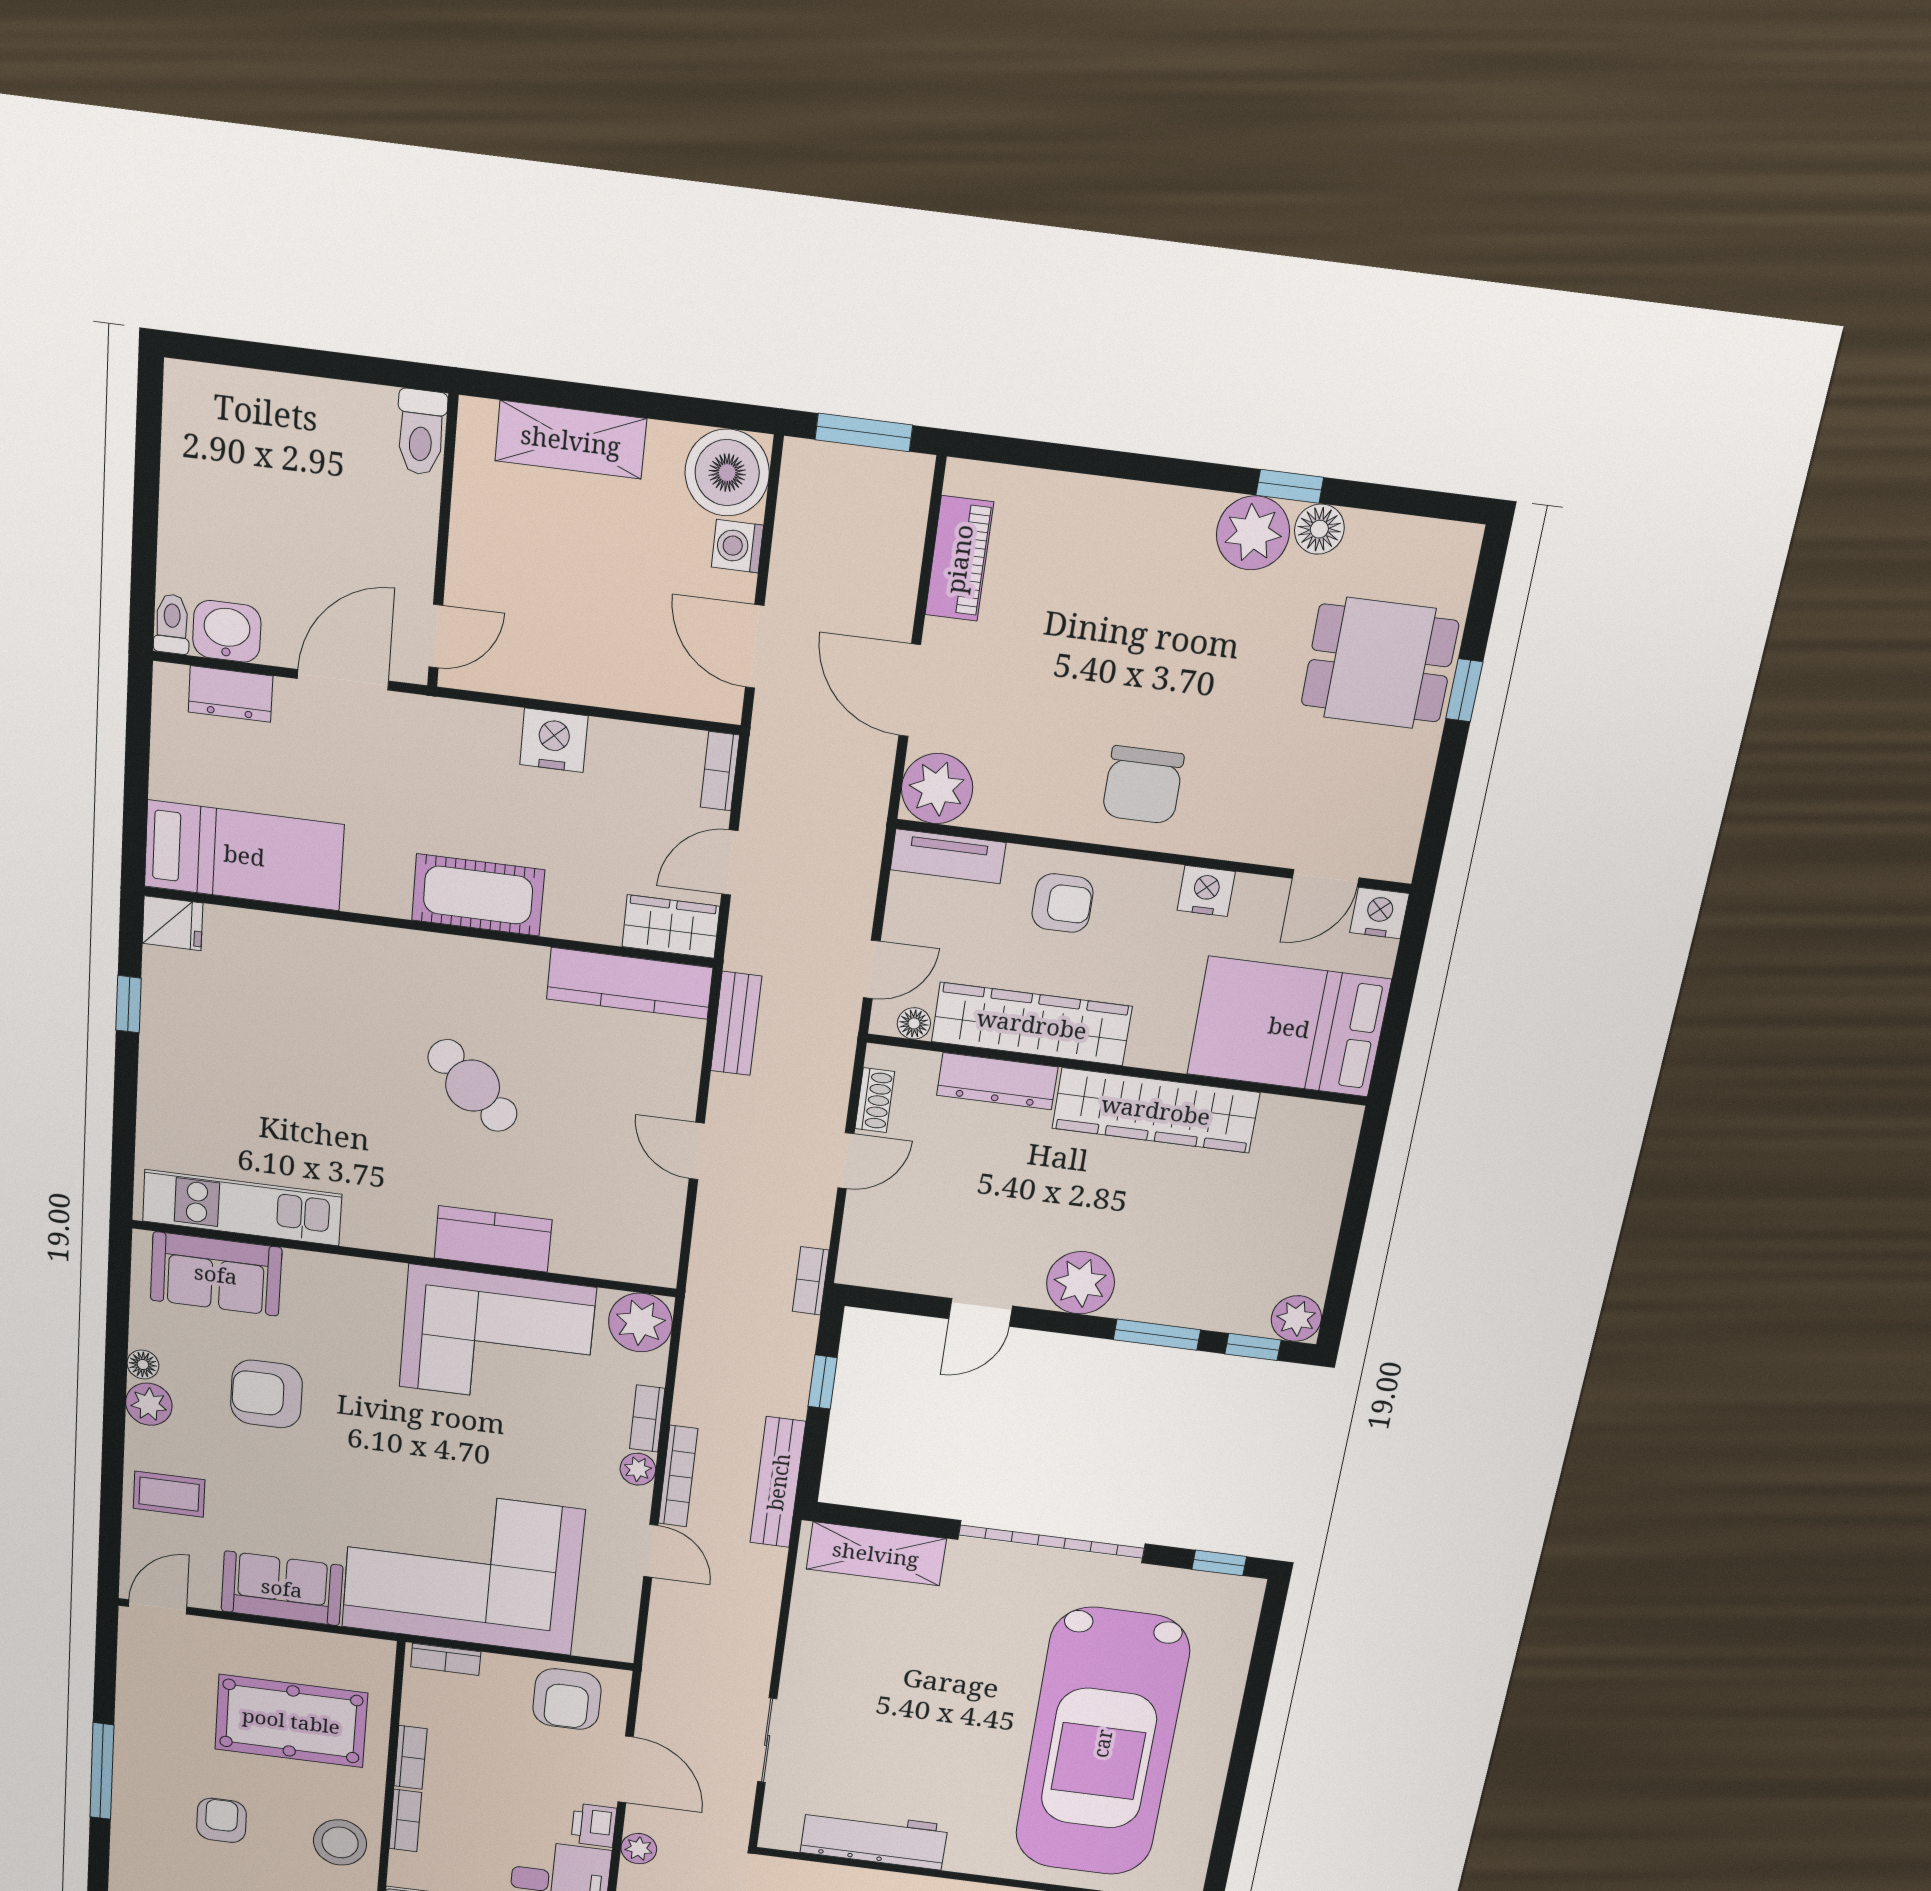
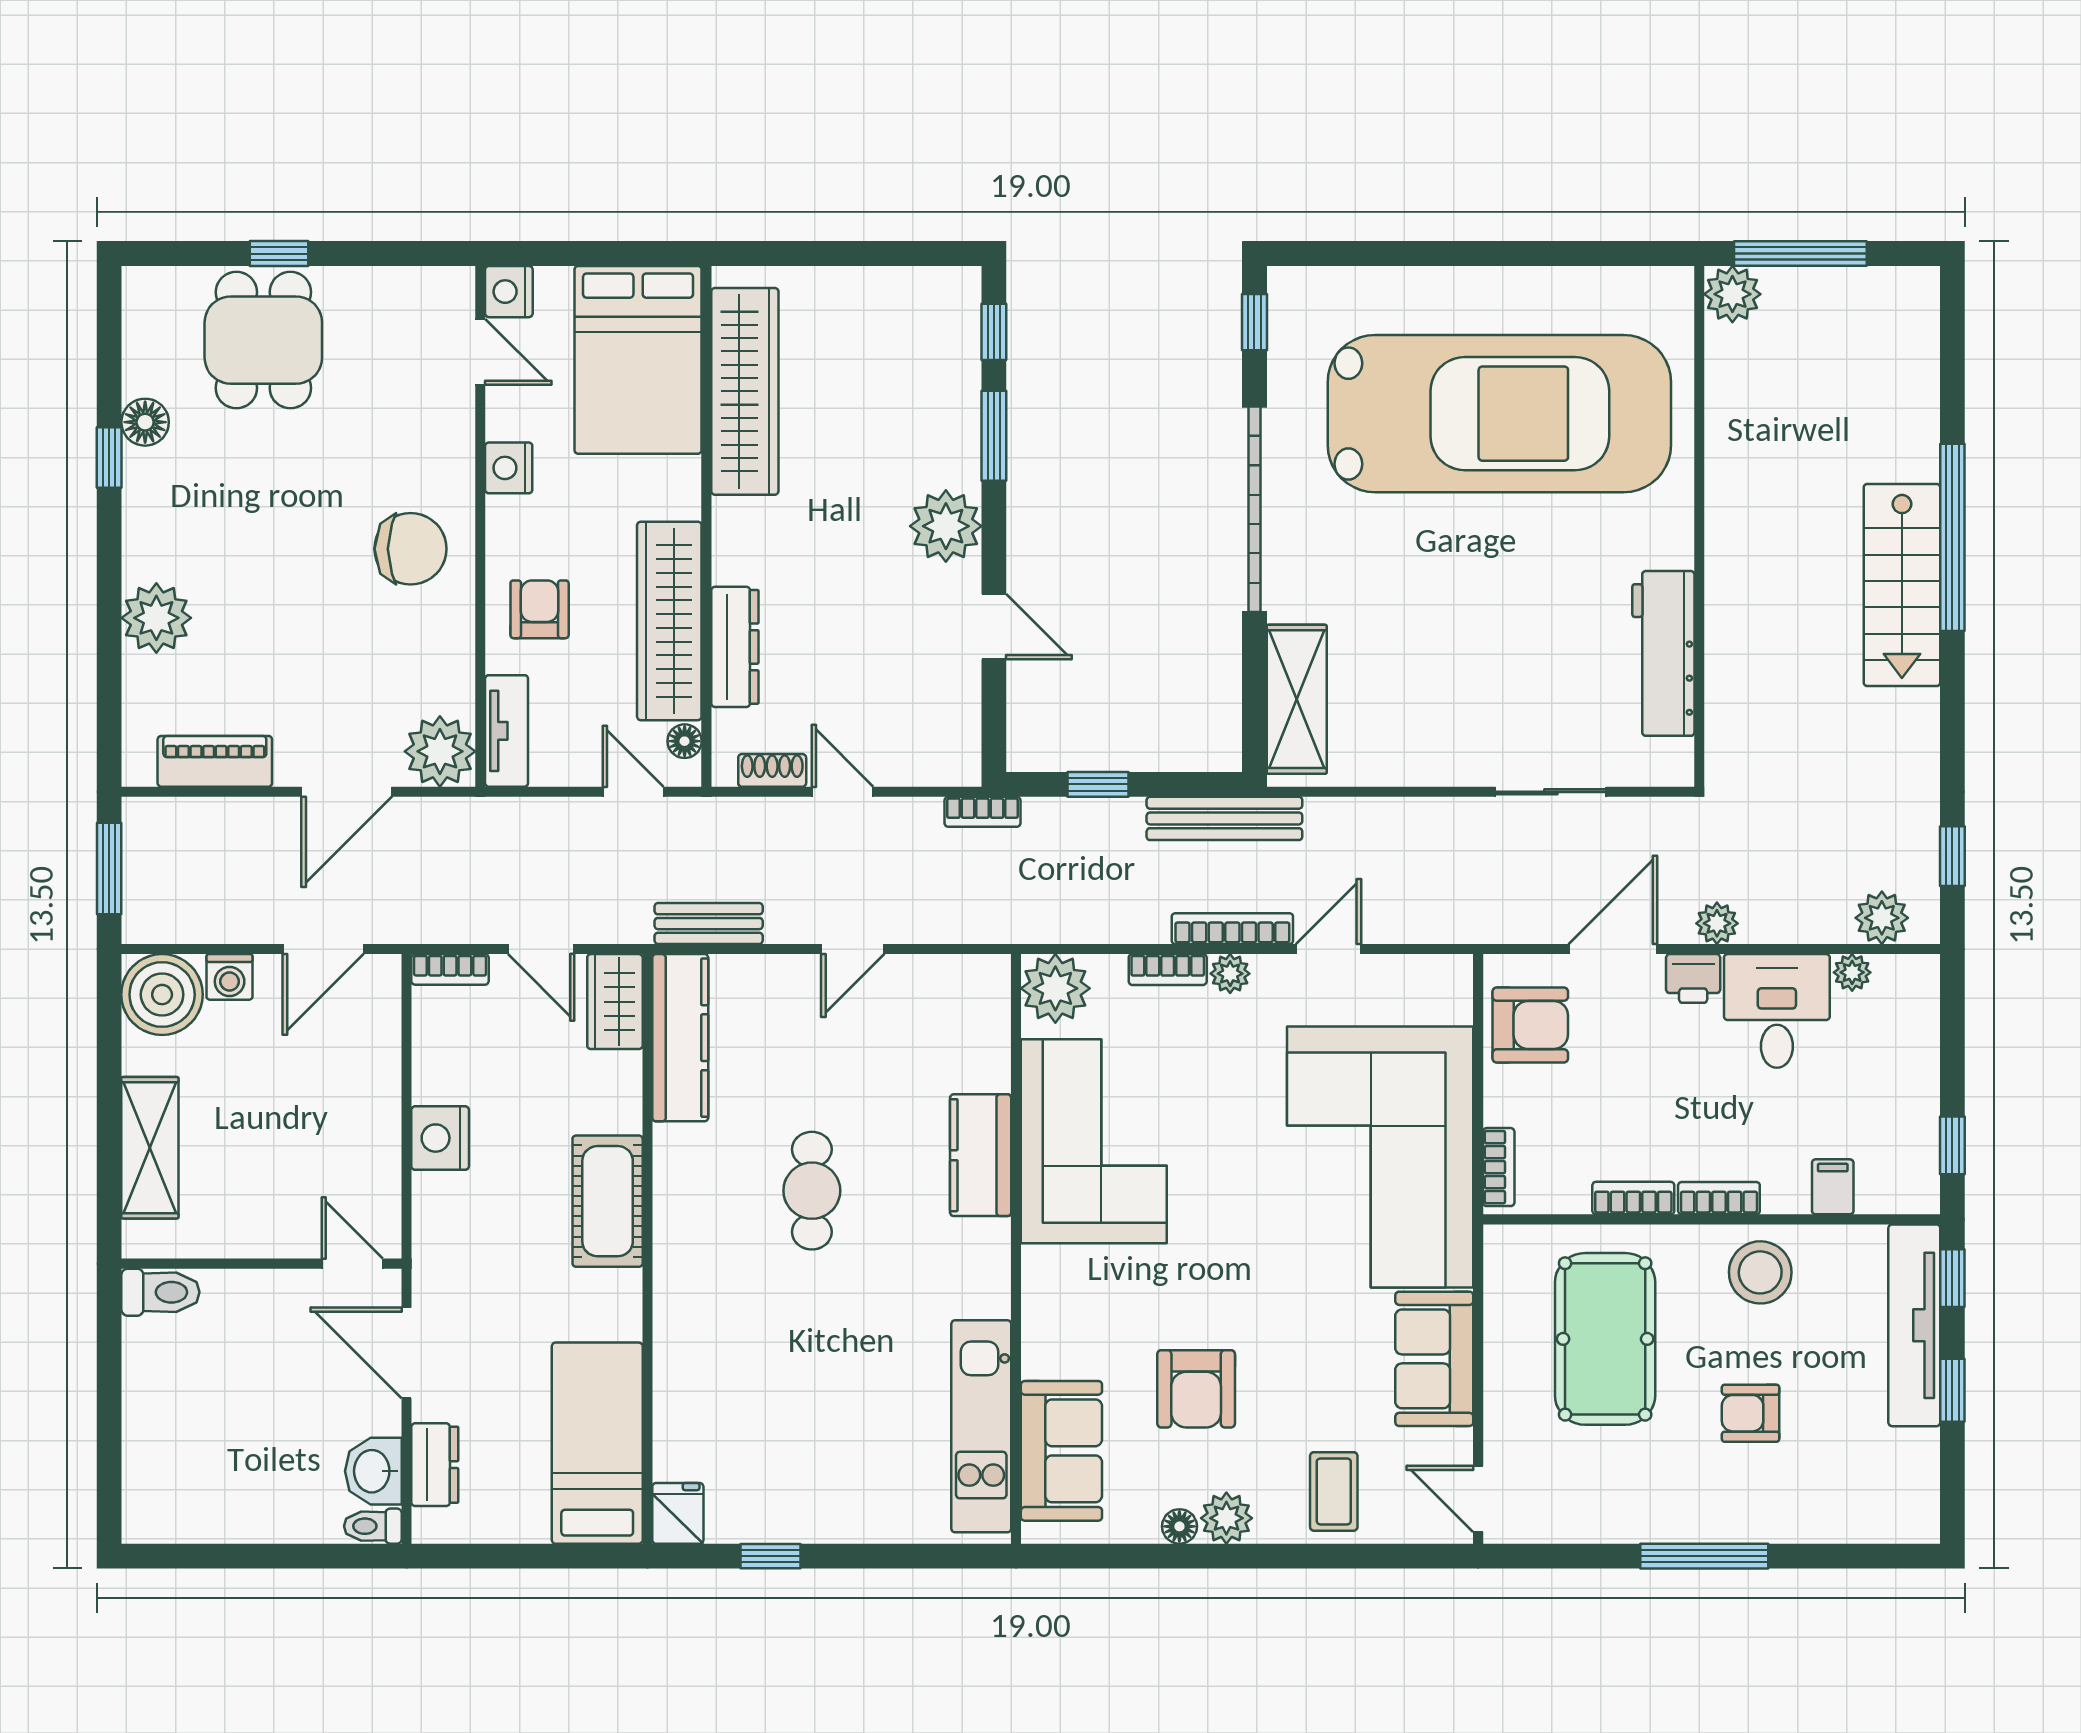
plant: (1253, 533) -> (156, 618), moved
cafe table: (473, 1086) -> (812, 1191), turned -43
wardrobe: (1156, 1110) -> (745, 391), moved
plant: (1296, 1318) -> (955, 292), removed

